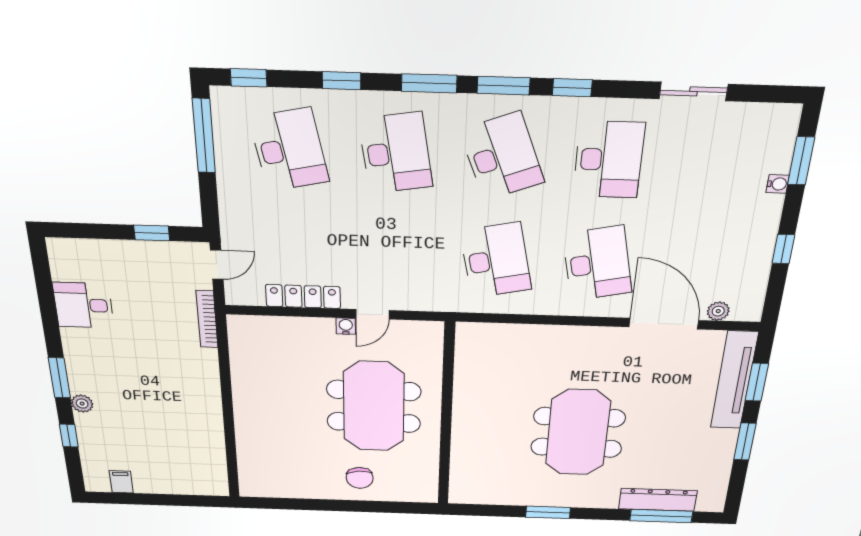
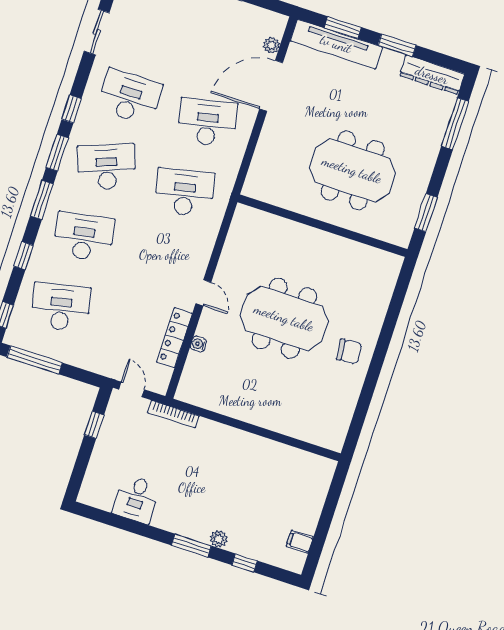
water cooler: (346, 326) -> (198, 344), moved
wall: (446, 417) -> (322, 226), moved
dresser: (658, 500) -> (432, 75), moved, turned -90

